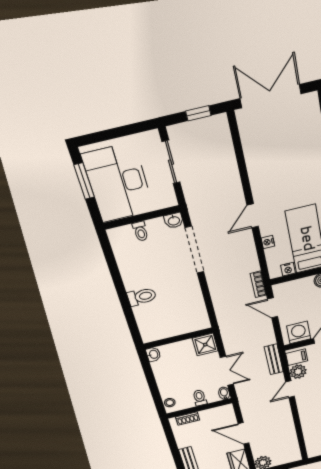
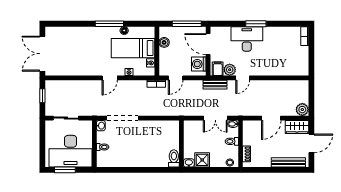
door: (253, 216) -> (110, 78), hinge flipped
toilet: (142, 297) -> (174, 158), moved
shower: (205, 345) -> (202, 160), moved
double door: (227, 371) -> (215, 118), swing flipped
door: (290, 389) -> (243, 78), hinge flipped

